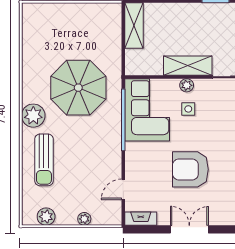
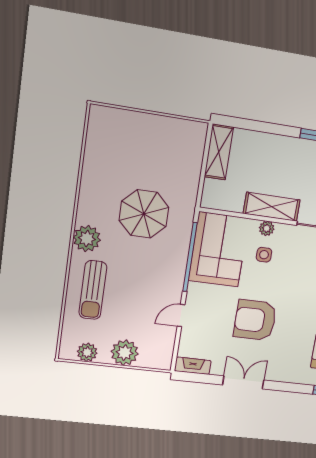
parasol: (78, 88) -> (144, 214), width x0.73, depth x0.73
door: (123, 189) -> (181, 315), moved
plant: (84, 219) -> (125, 353), width x1.87, depth x1.87

